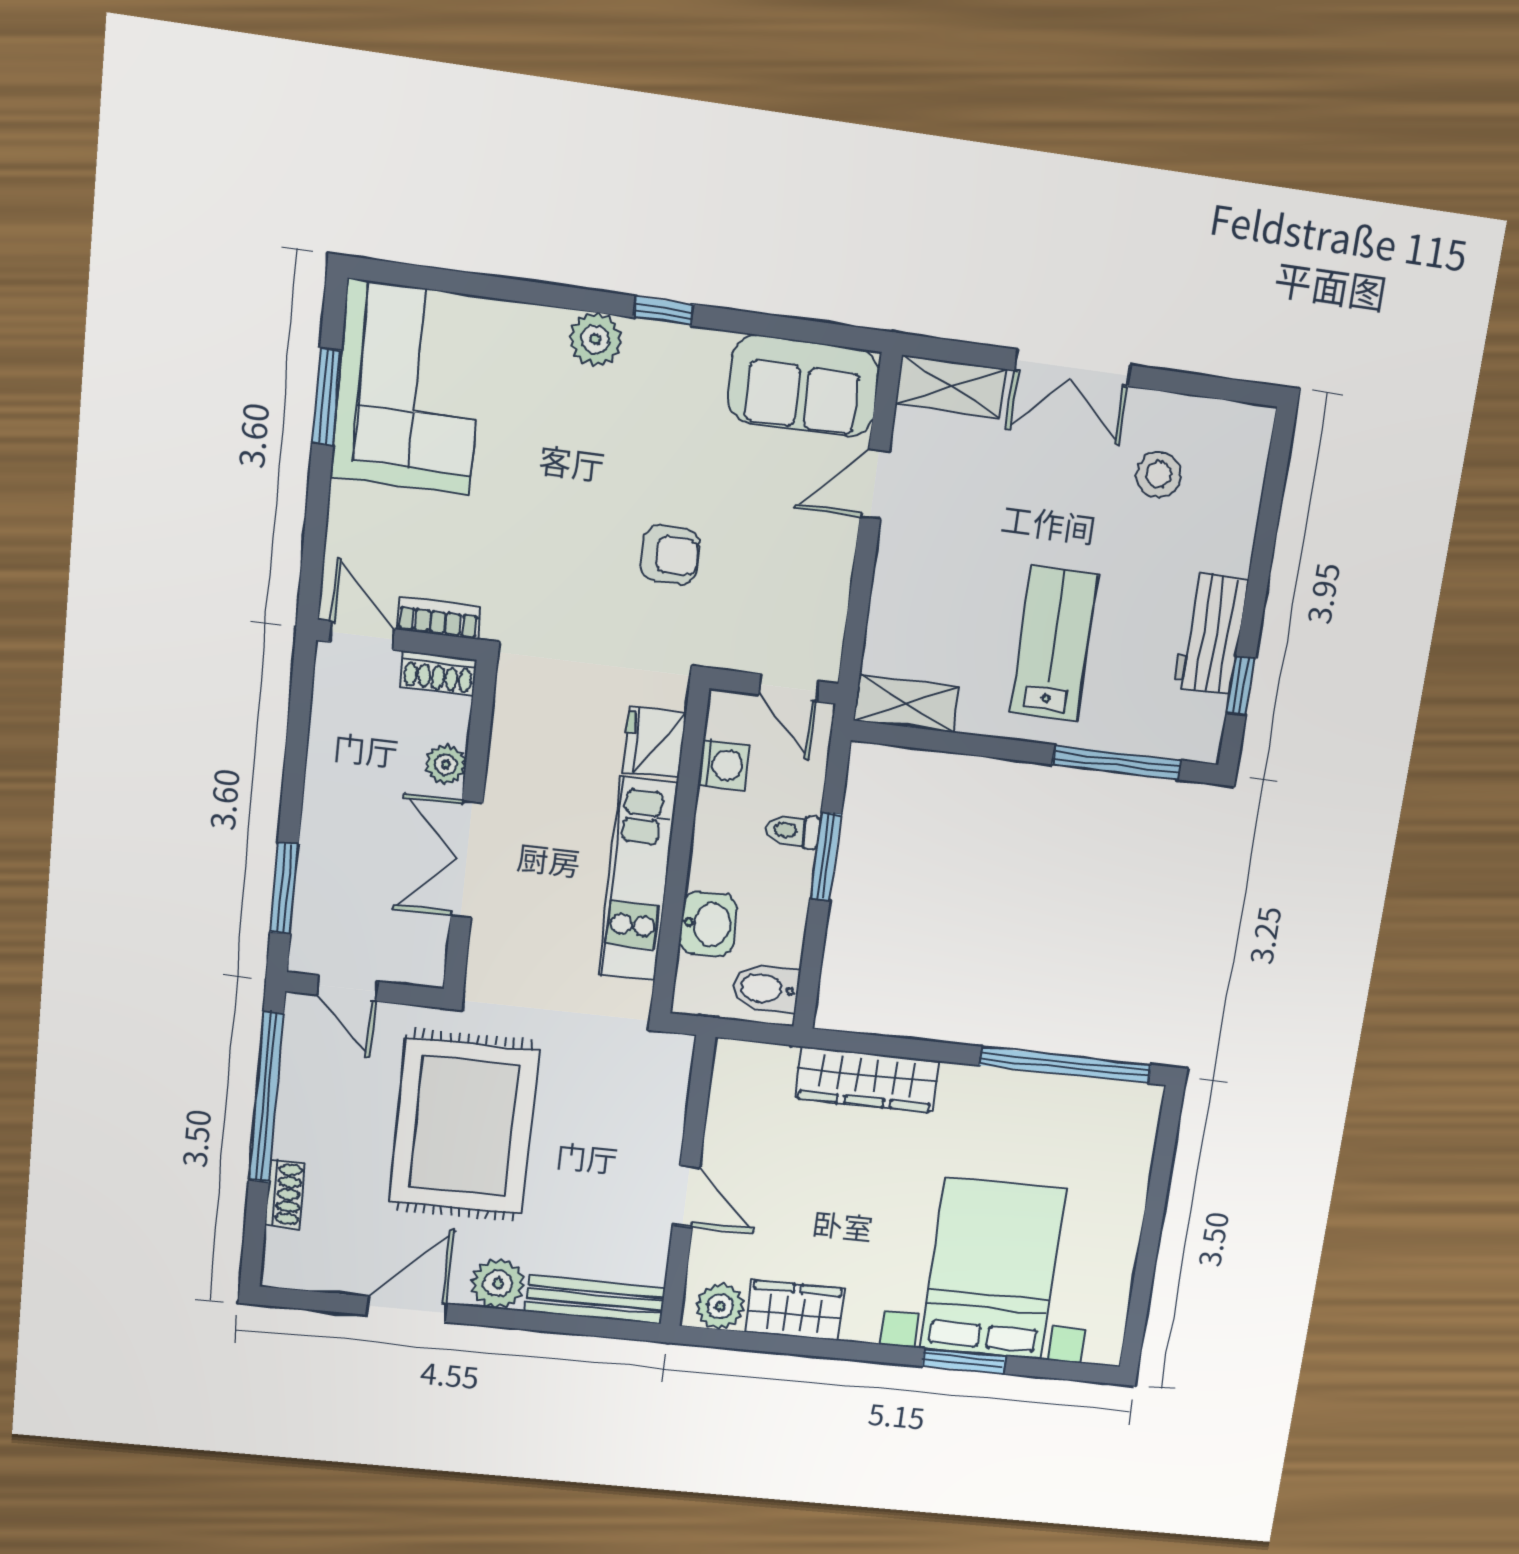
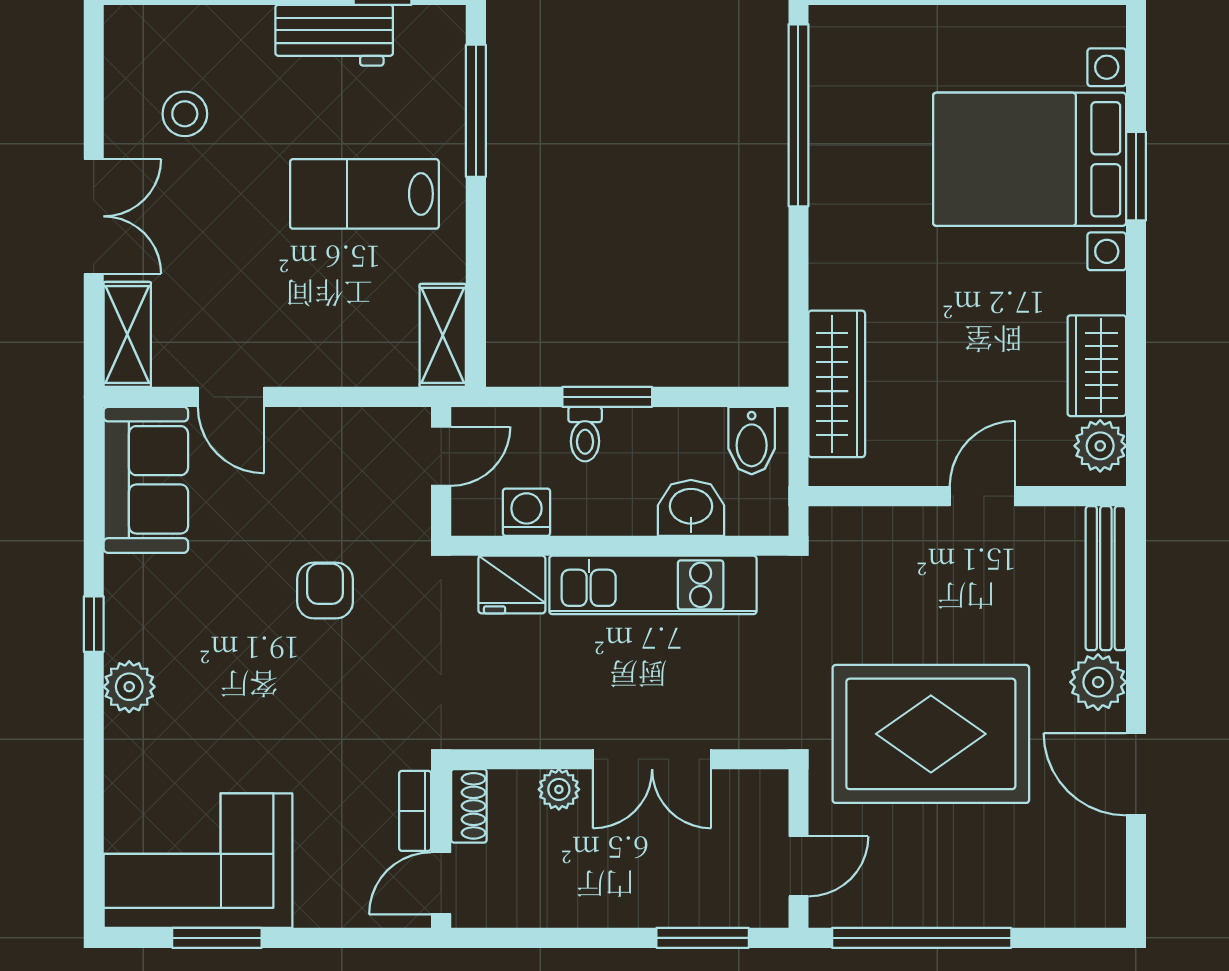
wardrobe: (867, 1080) -> (837, 384), moved
shoe rack: (285, 1194) -> (1023, 910), removed

